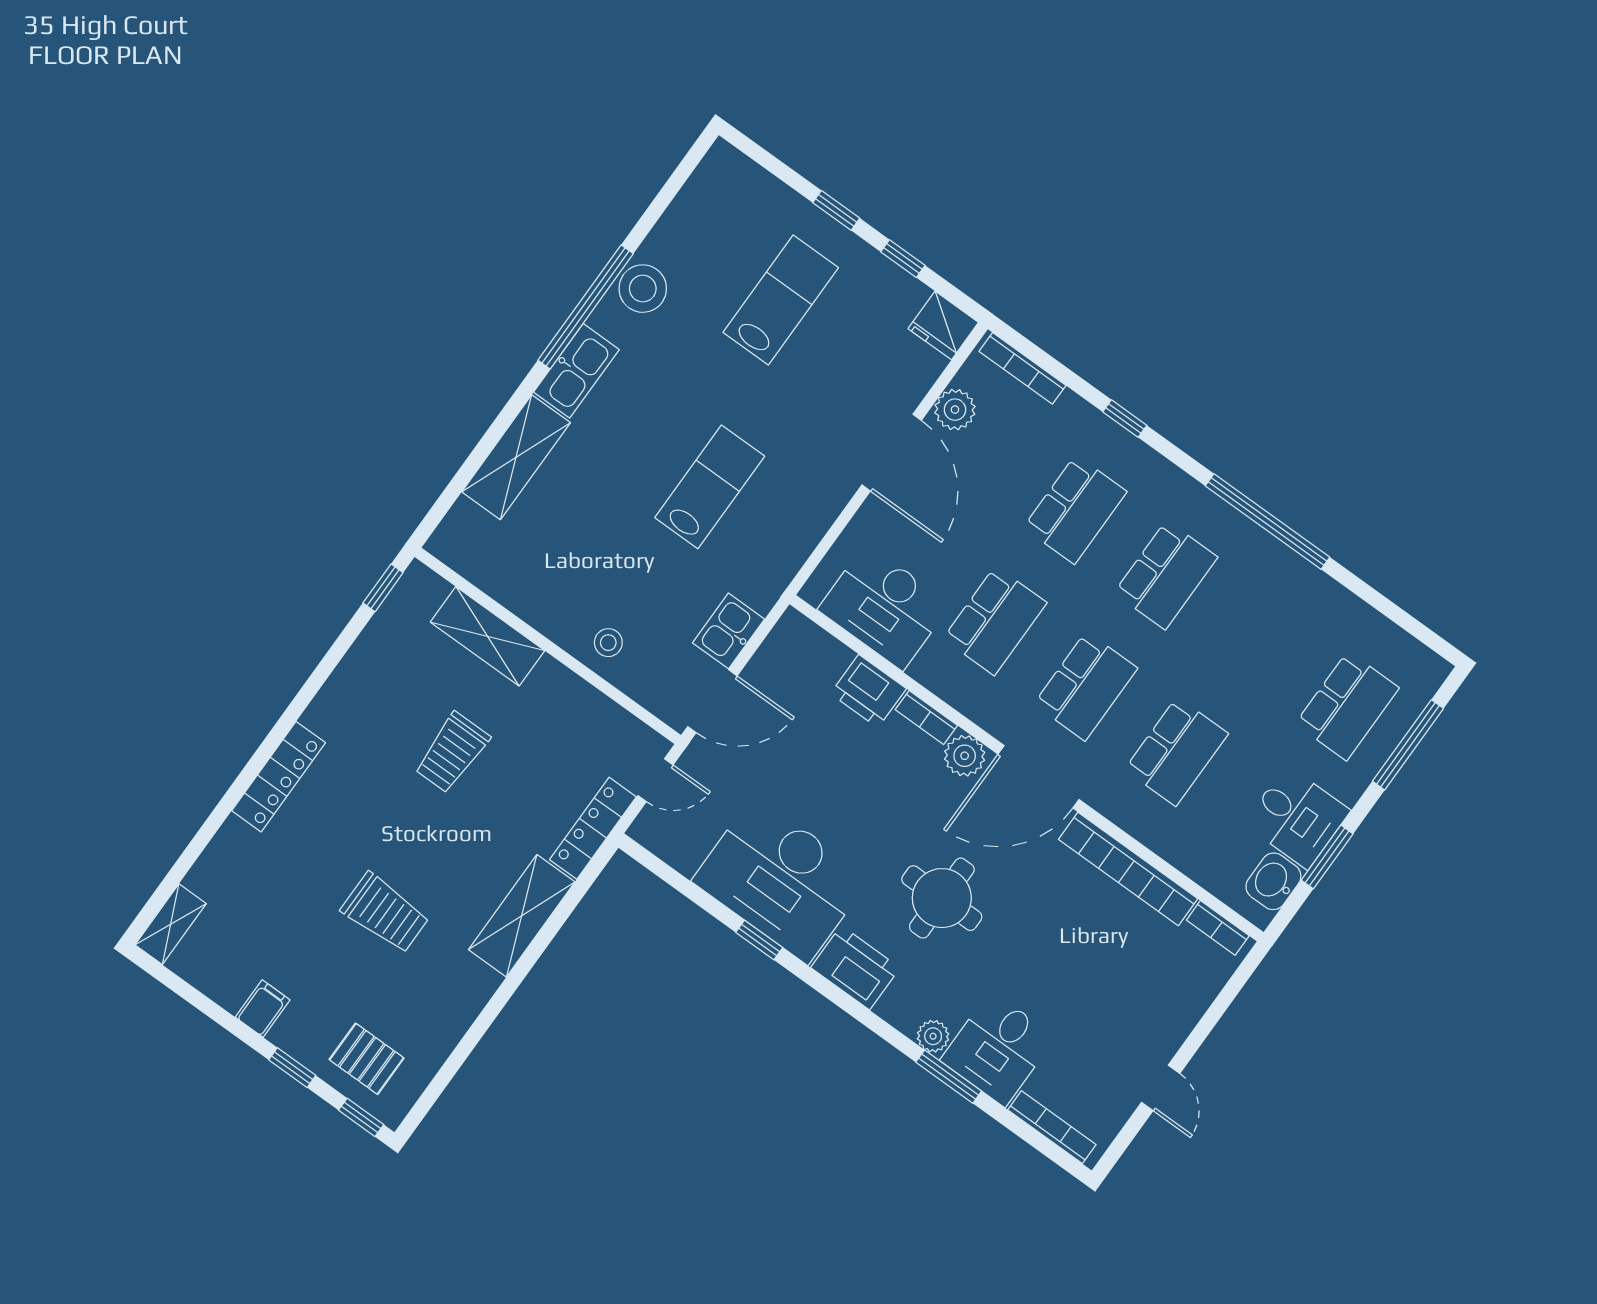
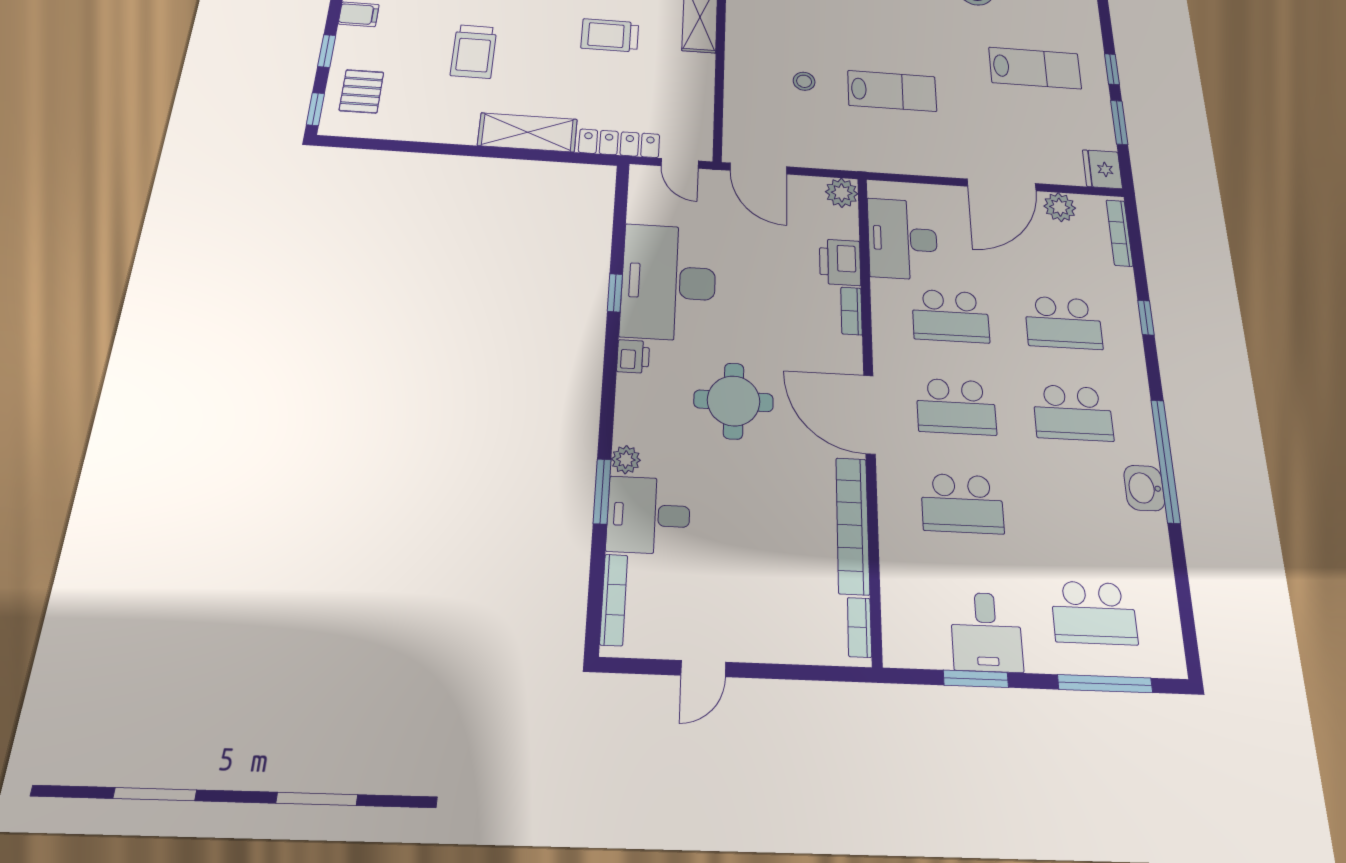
window: (903, 259) -> (1119, 122), width x1.50
kitchen sink: (729, 631) -> (812, 153), removed
stool: (608, 643) -> (804, 81), moved
plant: (965, 756) -> (842, 193), moved
washbasin: (1273, 881) -> (1144, 488), moved, turned -90
printer: (855, 968) -> (633, 356), width x0.53, depth x0.68

